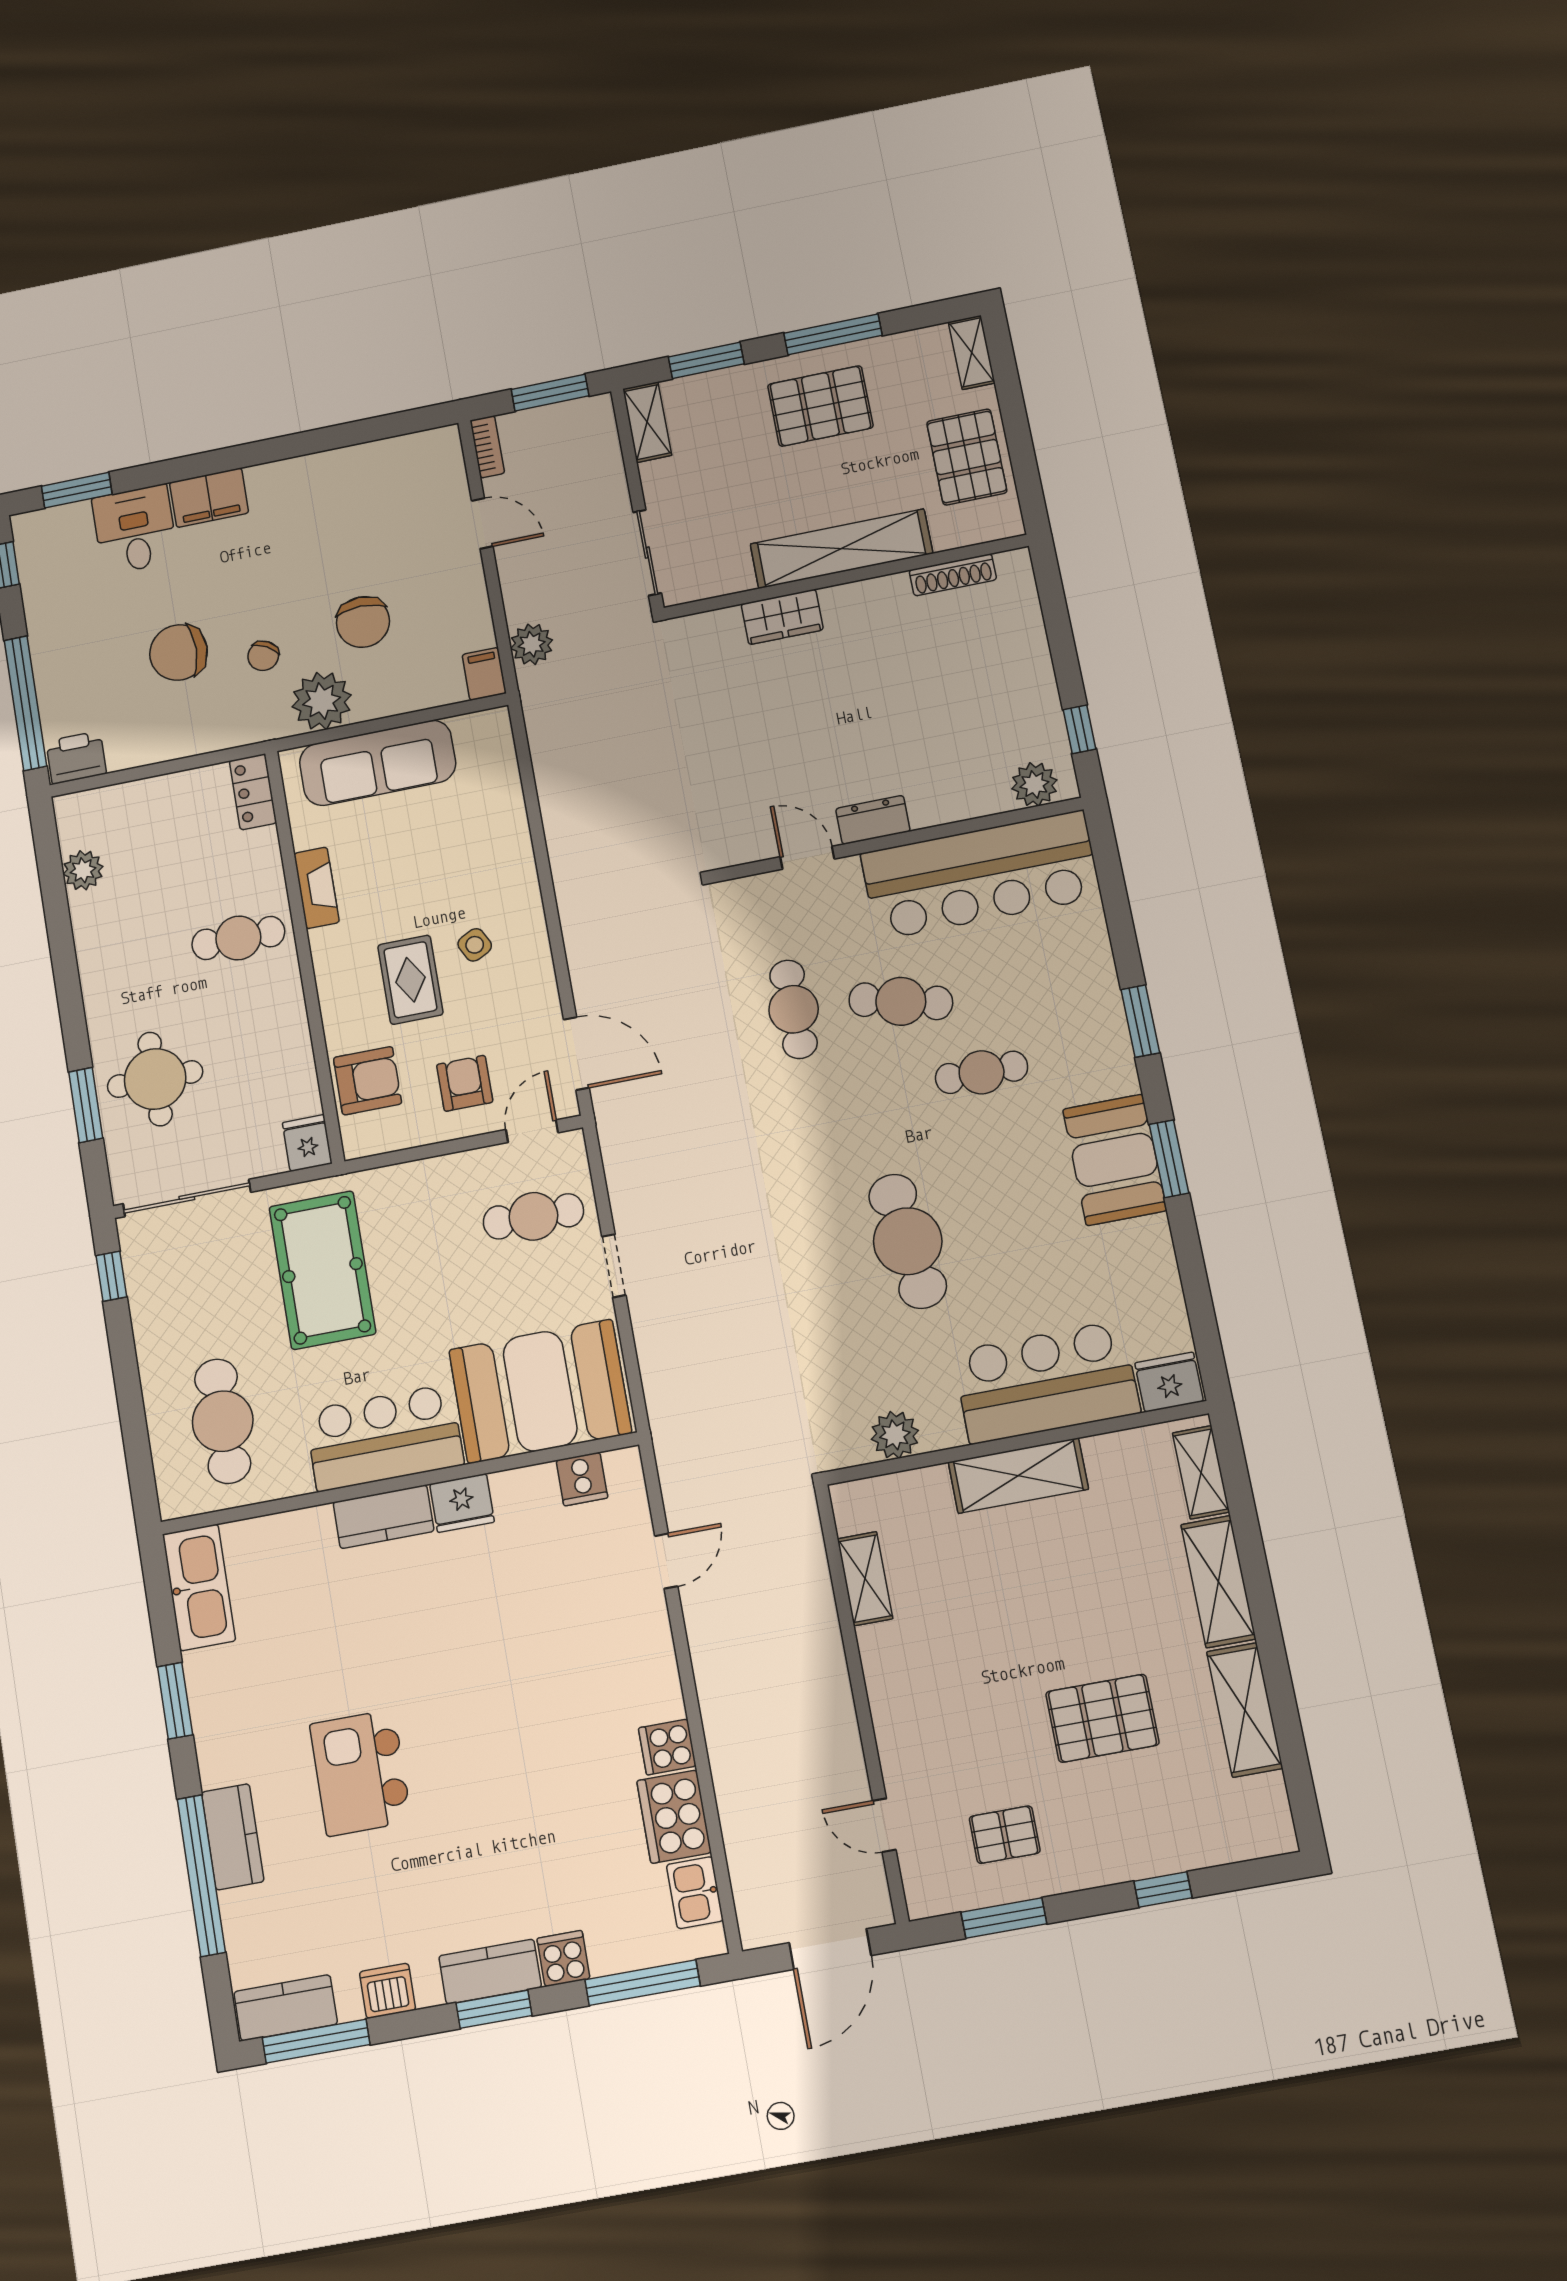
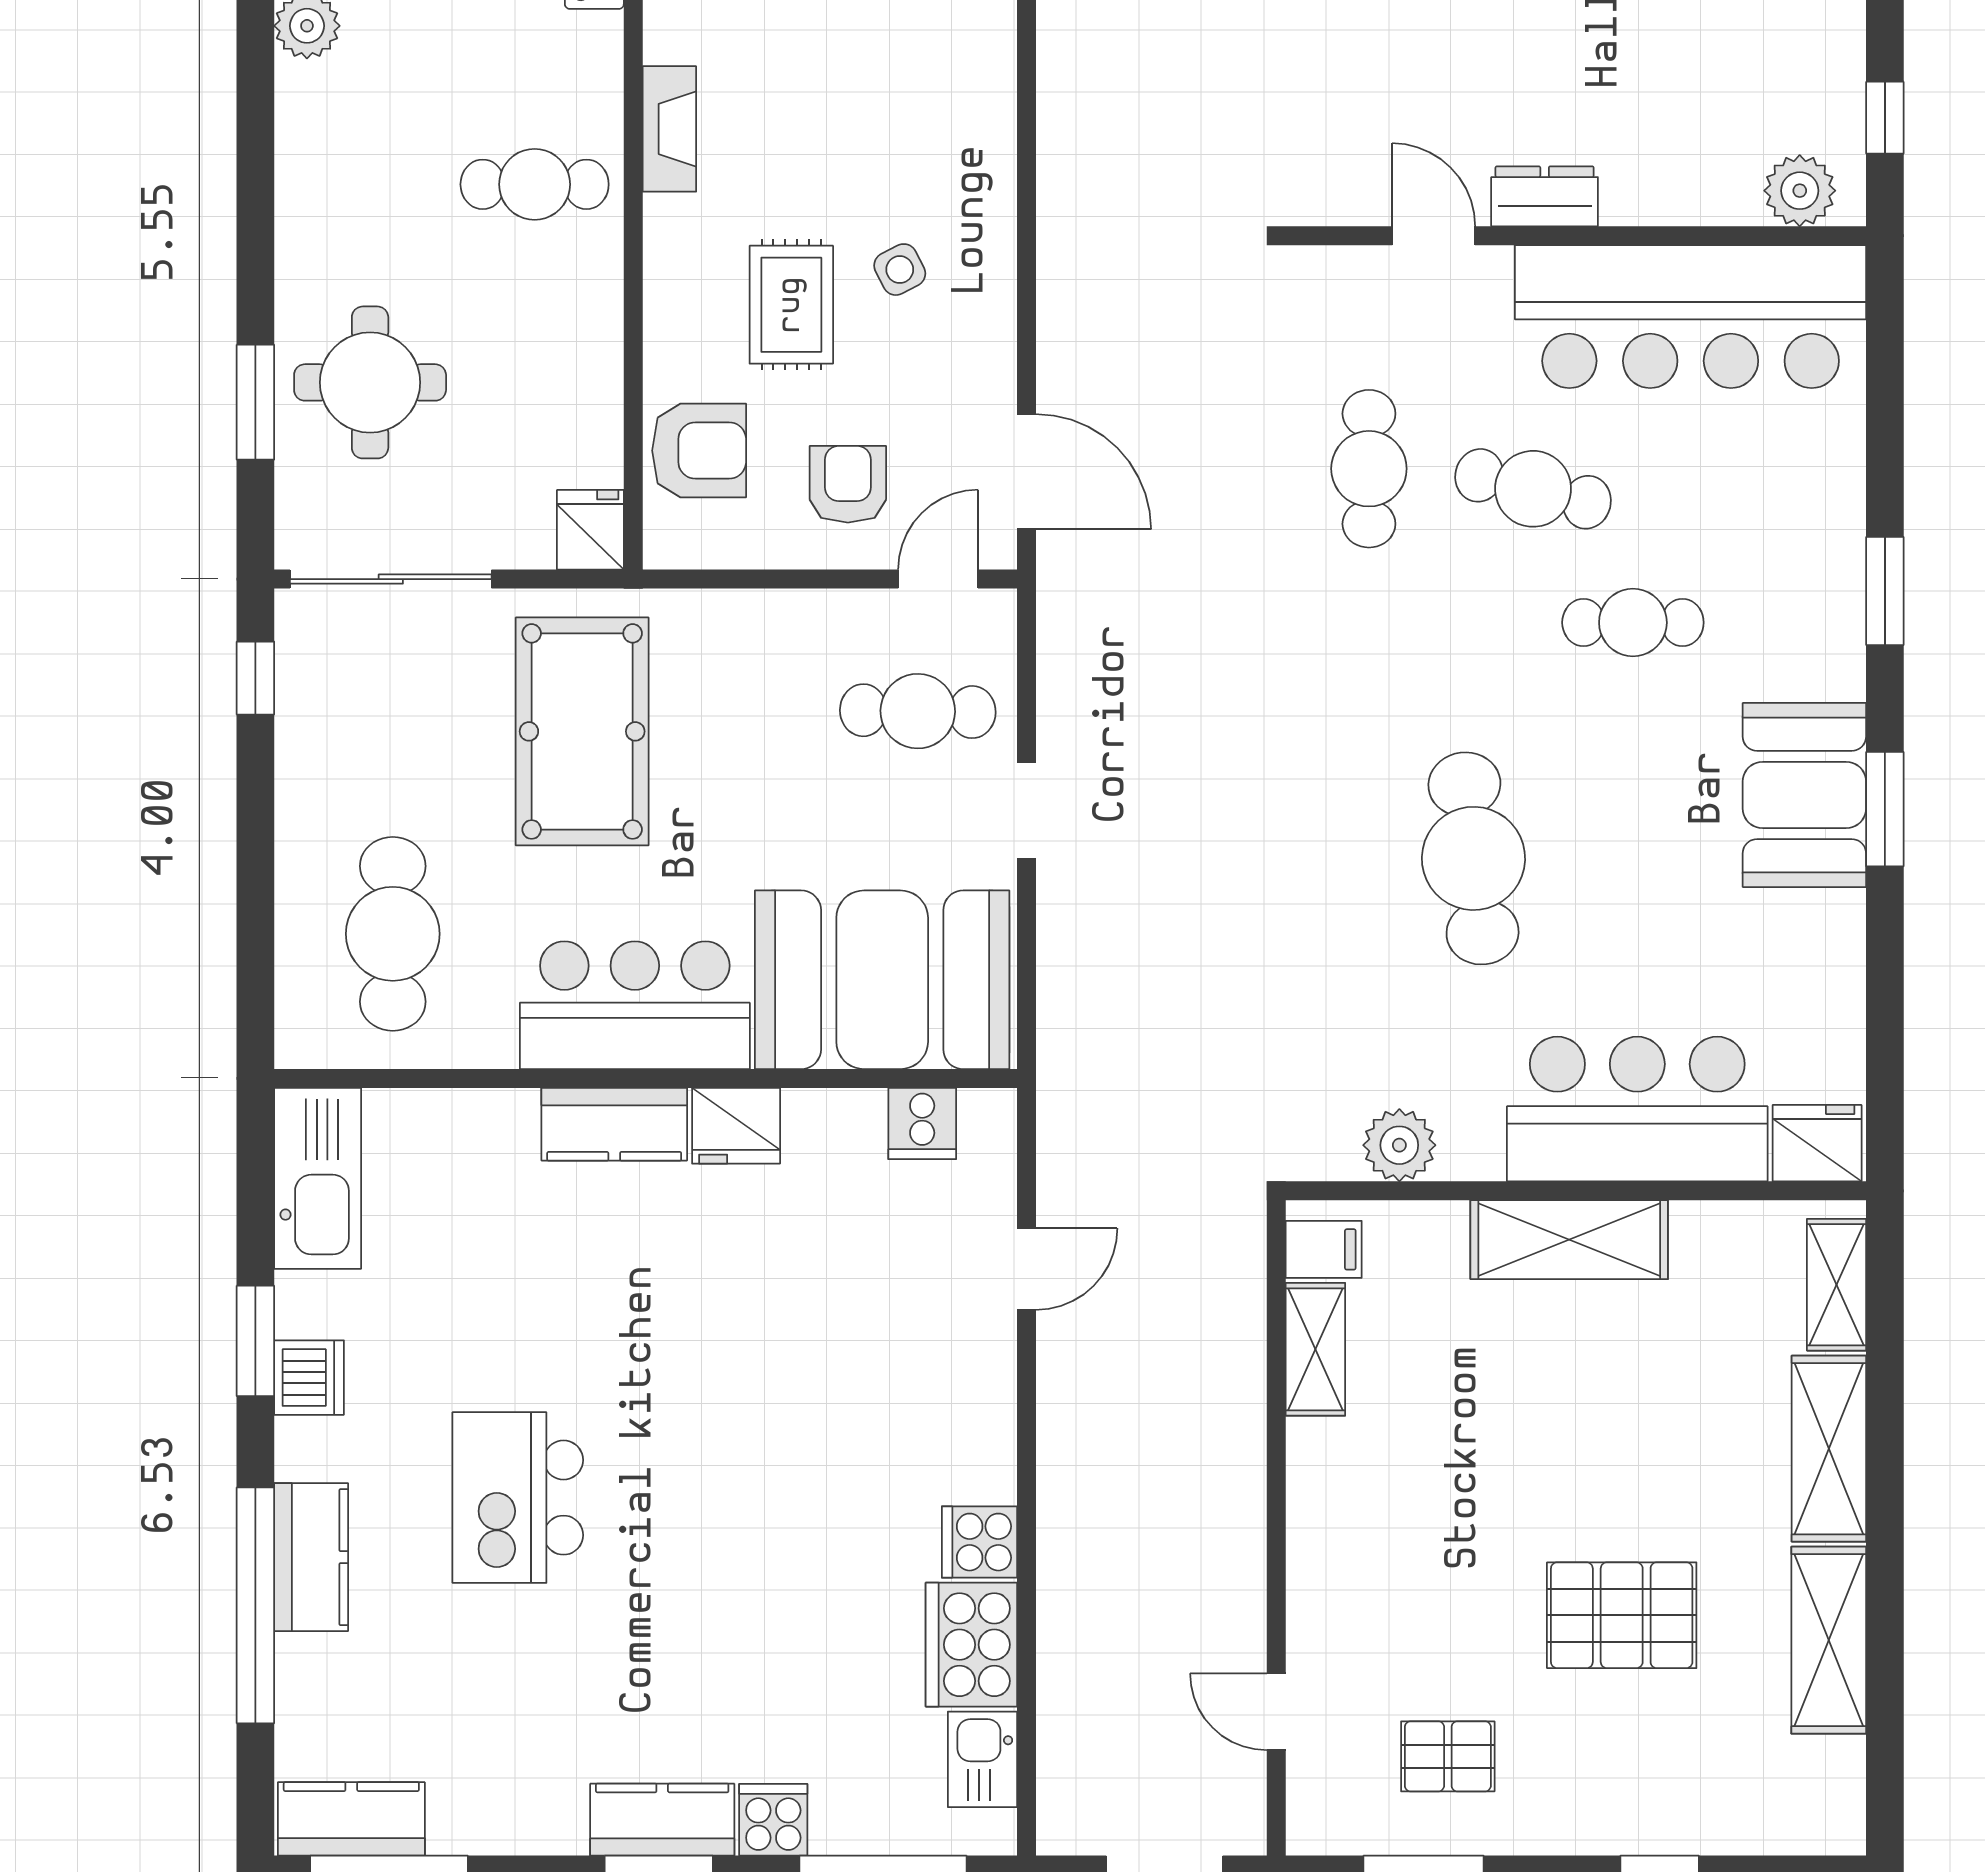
filing cabinet: (858, 1512) -> (1324, 1249), added
dishwasher: (387, 1991) -> (309, 1378), moved, turned 90

